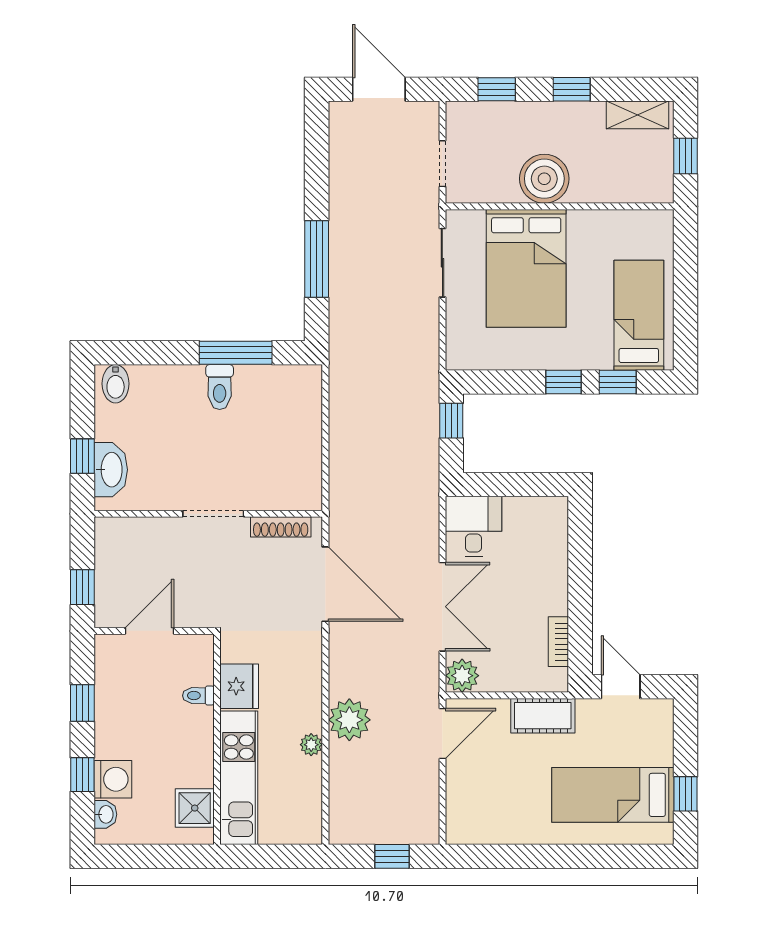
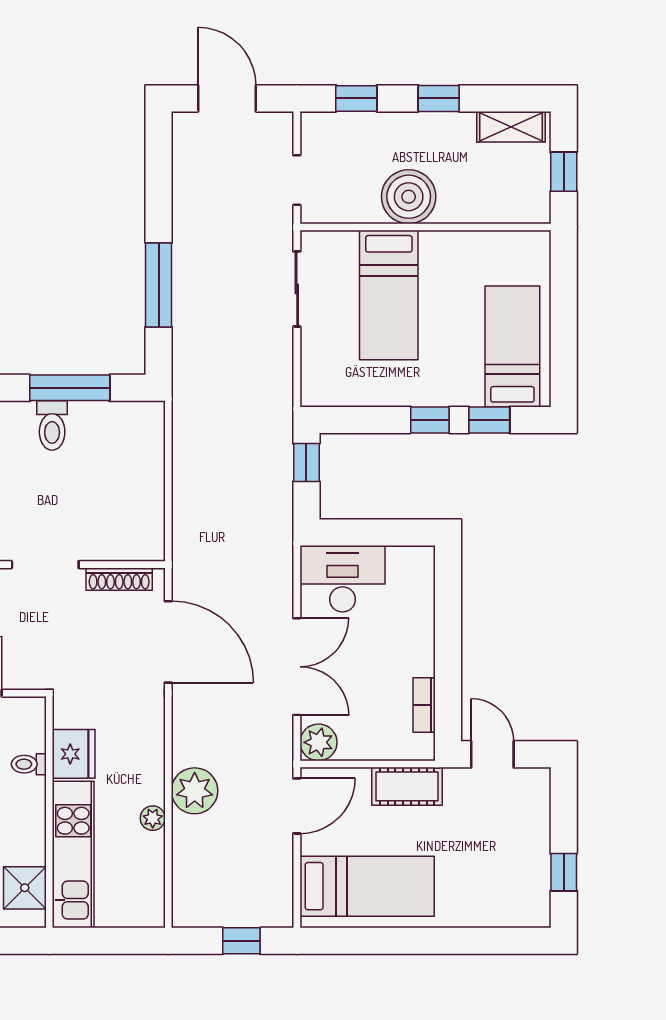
bed: (526, 268) -> (389, 295), width x0.67
desk: (474, 527) -> (342, 579), width x1.37
bed: (613, 795) -> (367, 886), moved, turned 180

